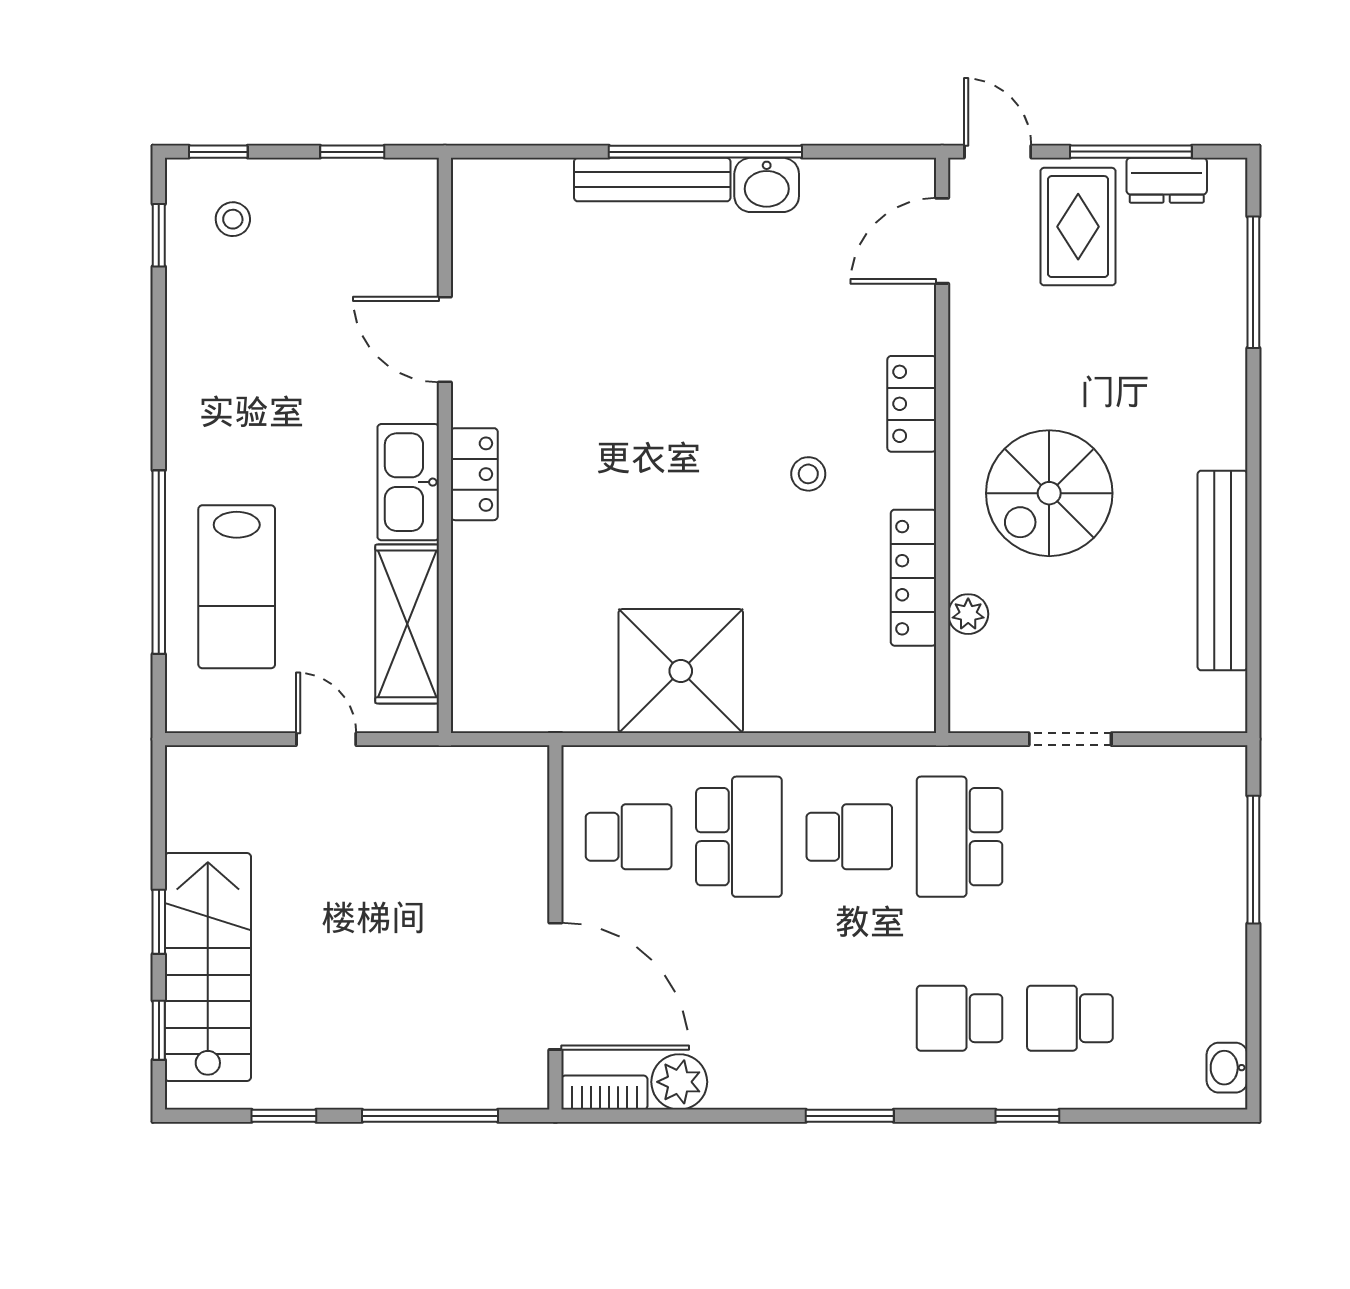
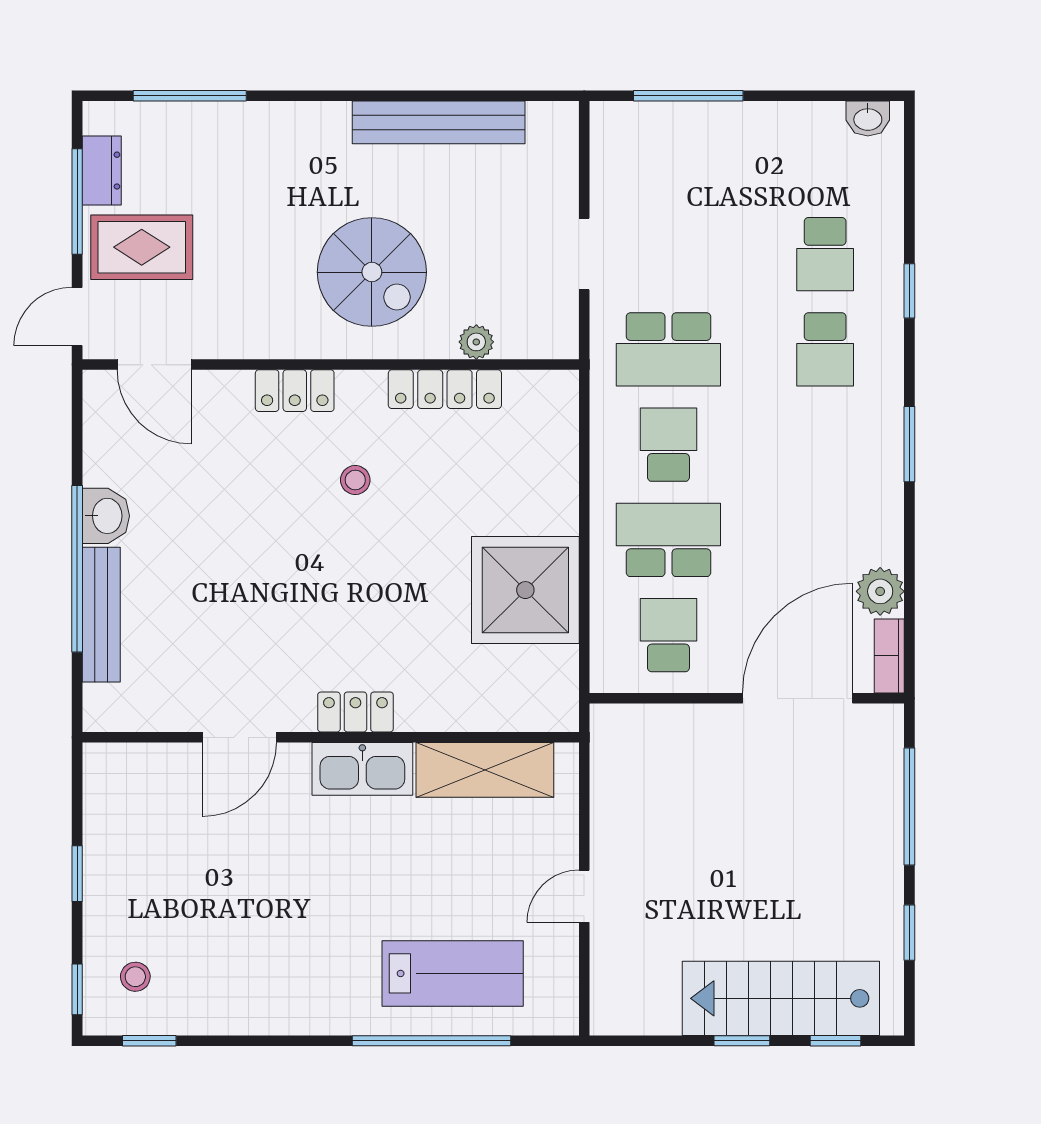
door: (445, 340) -> (239, 737), moved
wall: (445, 445) -> (331, 737), moved
locker: (474, 474) -> (355, 712), moved
kitchen sink: (408, 482) -> (362, 769), moved
shelving: (407, 624) -> (485, 770), moved

